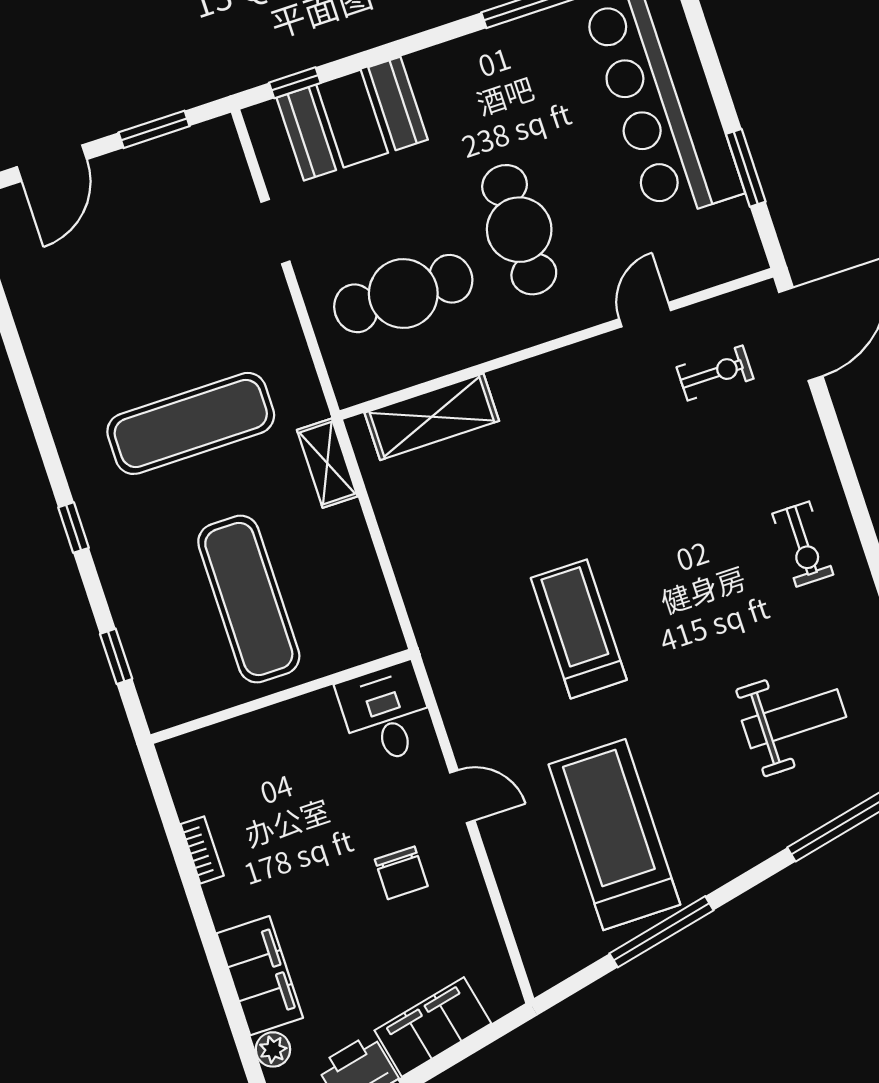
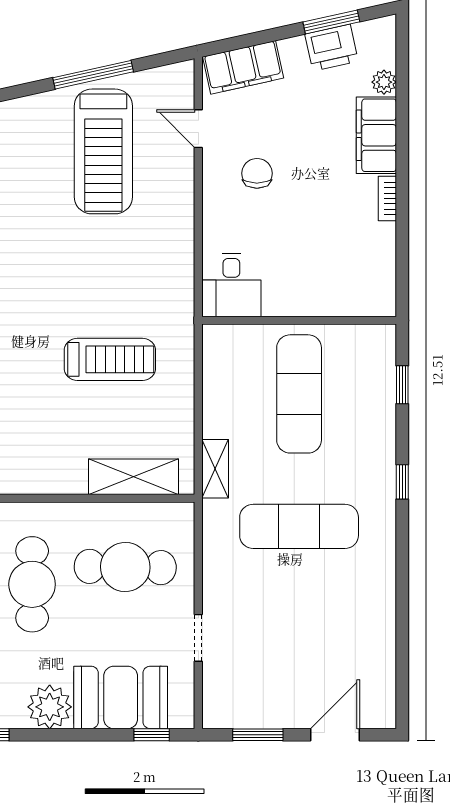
plant: (442, 75) -> (50, 707), added
treadmill: (579, 629) -> (110, 359), moved, turned -90
door: (462, 797) -> (198, 129), moved
bookcase: (202, 850) -> (387, 198), moved
filing cabinet: (433, 1027) -> (243, 67), moved

